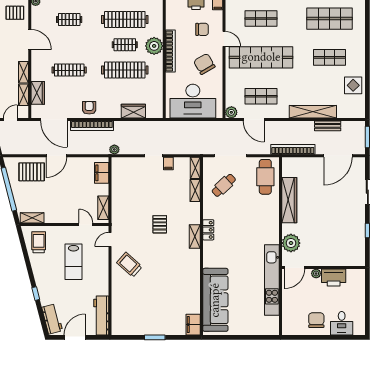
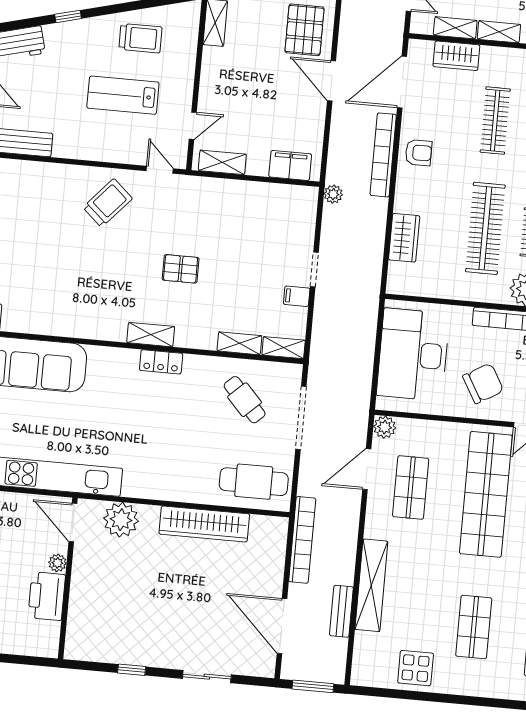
trolley: (39, 242) -> (140, 38), moved

